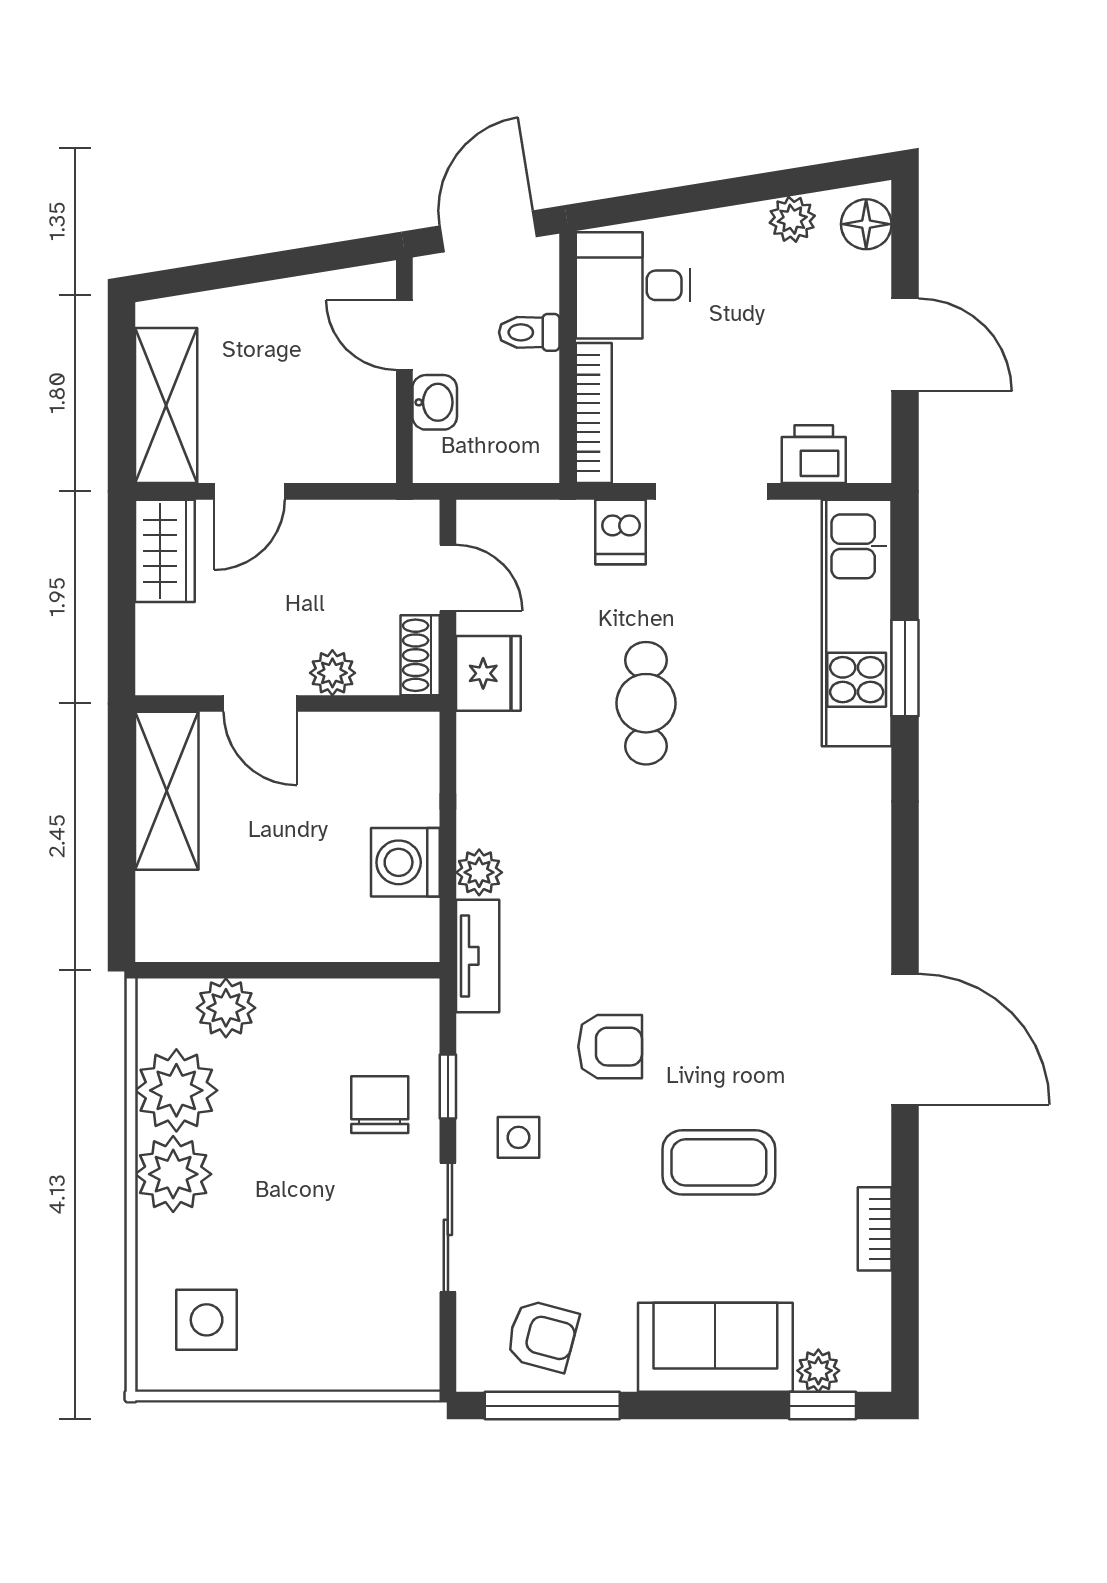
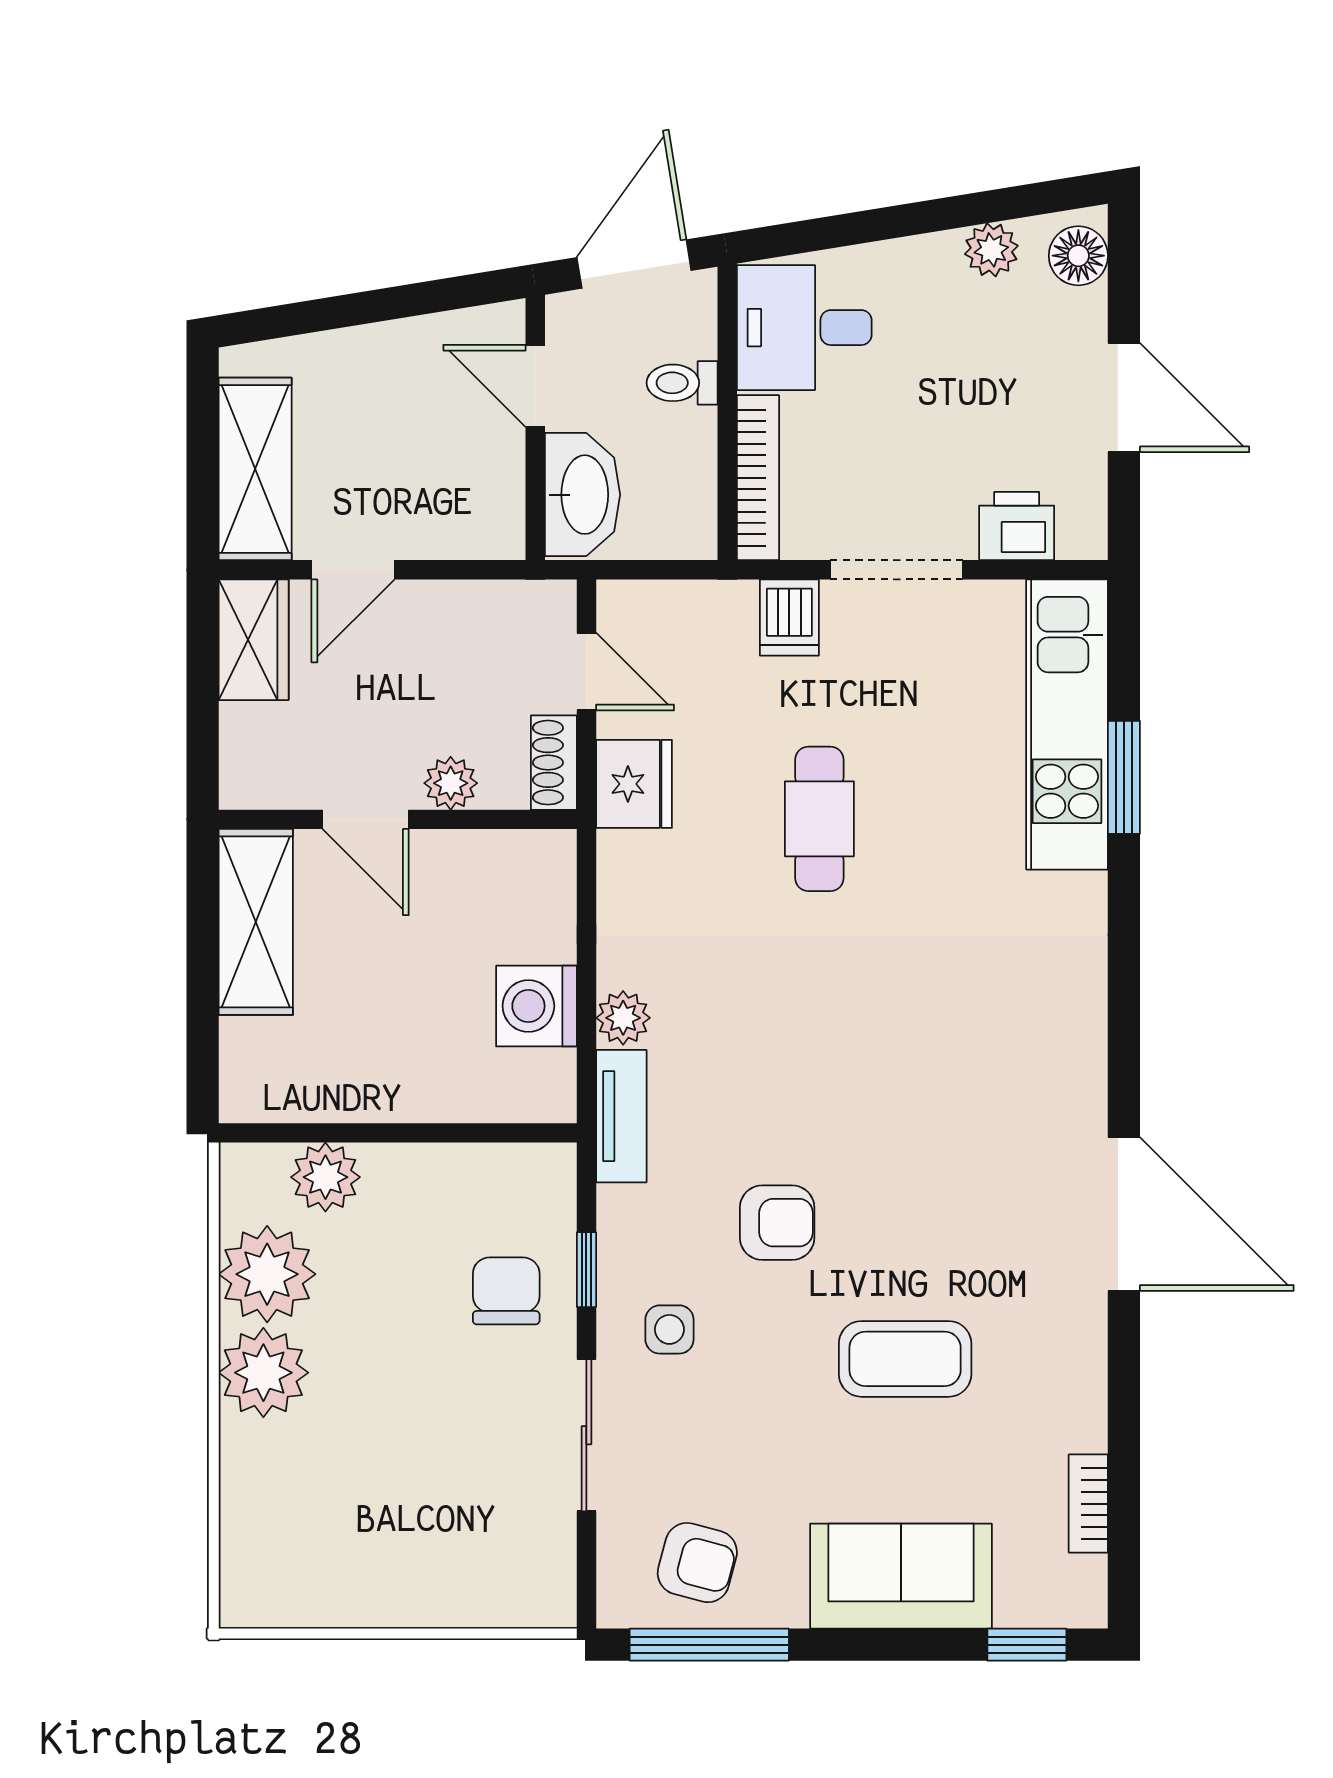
washbasin: (435, 402) -> (583, 495), width x1.91, depth x1.45
bookcase: (875, 1229) -> (1088, 1504), moved
side table: (207, 1320) -> (303, 1544), removed
plant: (818, 1371) -> (1022, 1604), removed

